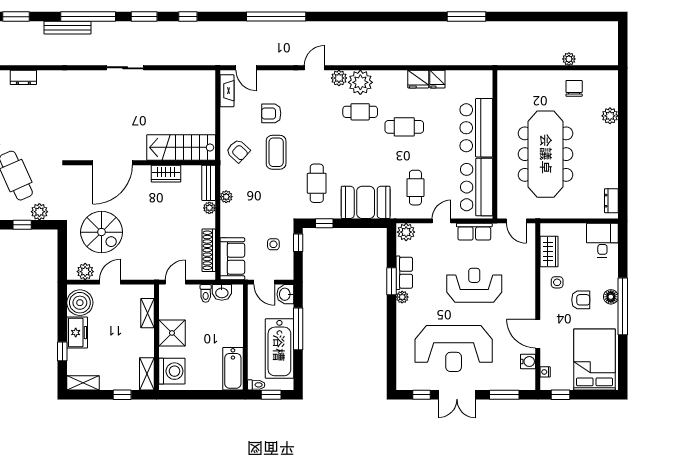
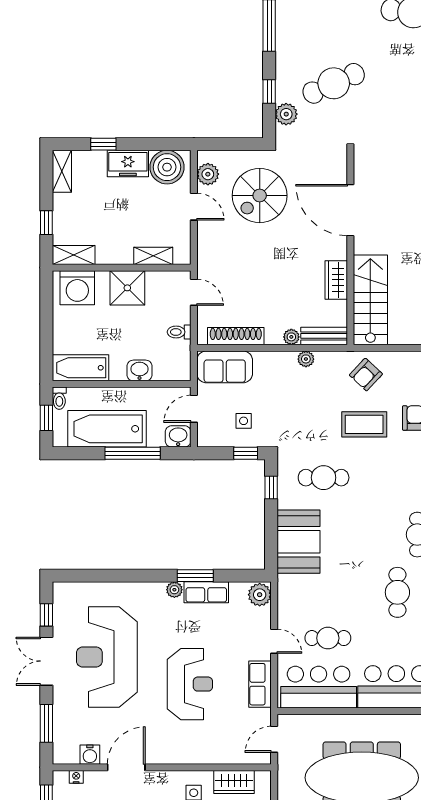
cafe table: (415, 188) -> (328, 638), moved
washbasin: (222, 292) -> (139, 370), moved, turned 90

